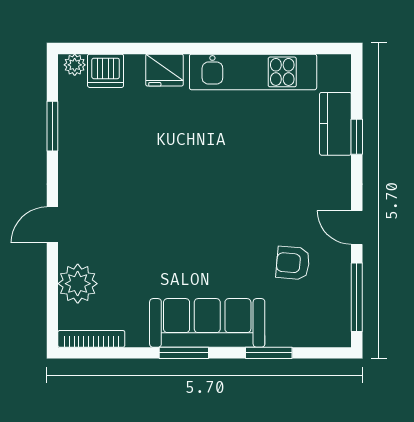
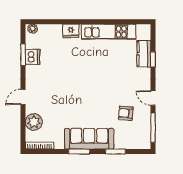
dishwasher: (106, 71) -> (33, 57), moved, turned -90

